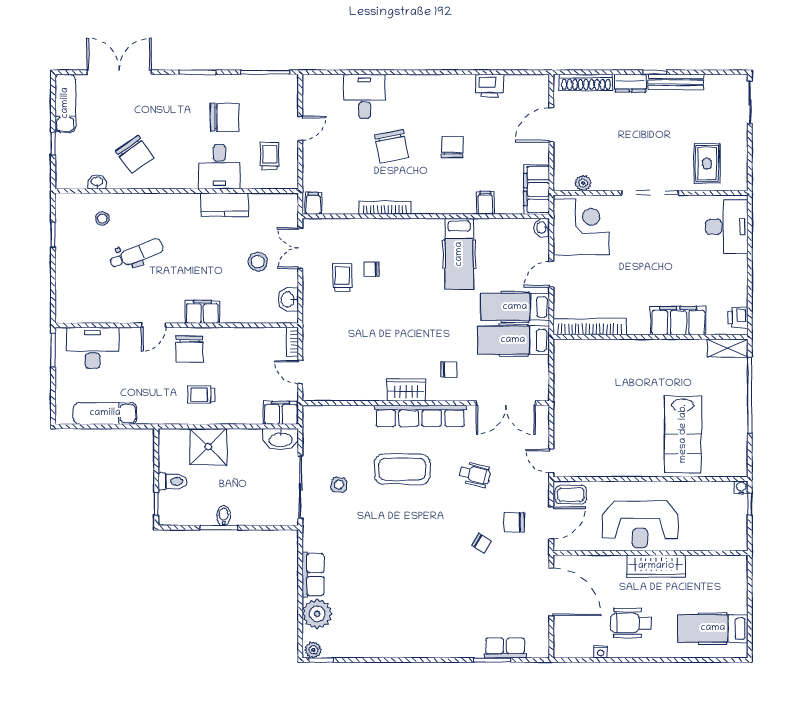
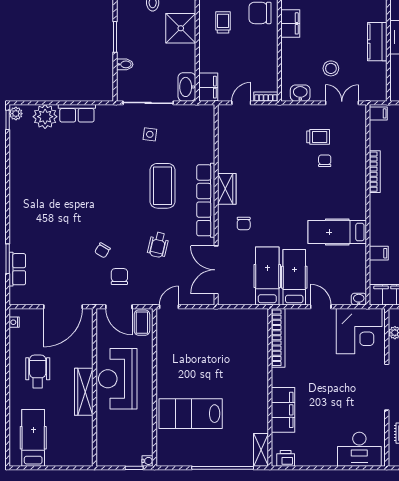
bidet: (224, 516) -> (125, 64), moved
nightstand: (601, 652) -> (14, 322), moved

